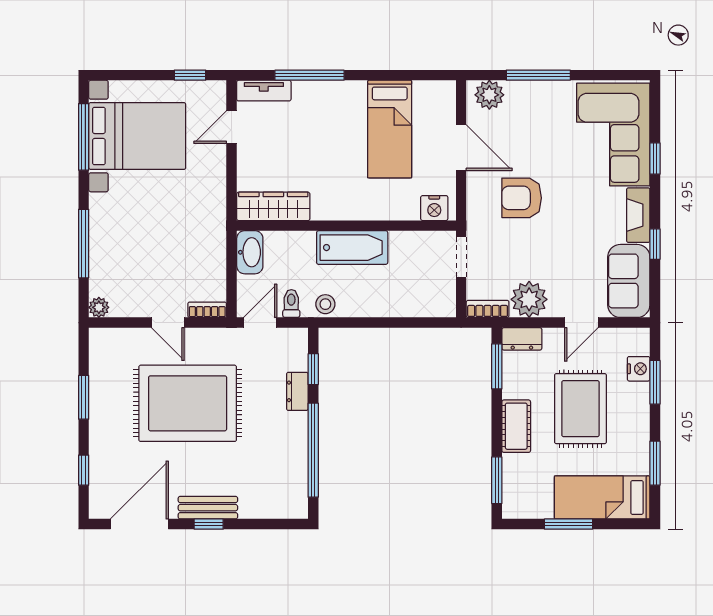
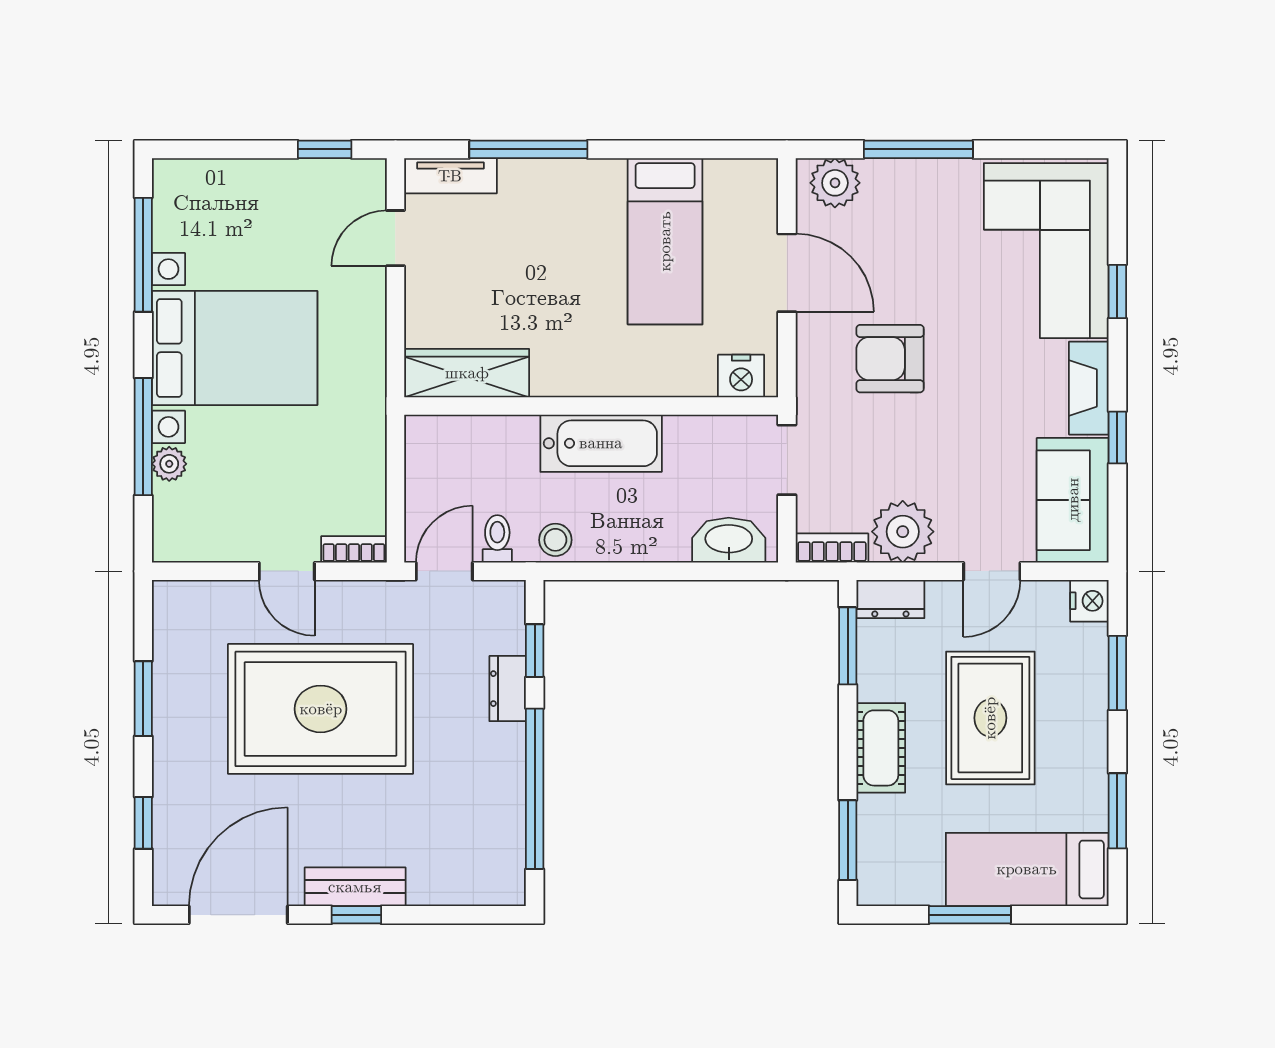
bed with nightstands: (137, 136) -> (235, 348), moved
washbasin: (250, 252) -> (729, 540), moved, turned -90
plant: (99, 307) -> (169, 464), moved
nightstand: (639, 369) -> (1089, 601), moved

